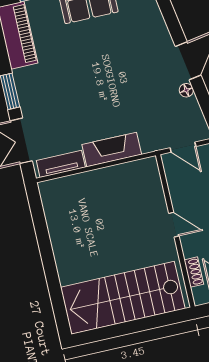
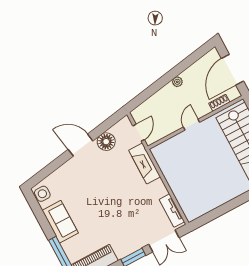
floor lamp: (186, 90) -> (106, 142), width x1.89, depth x1.89
fireplace: (112, 150) -> (145, 163), moved

